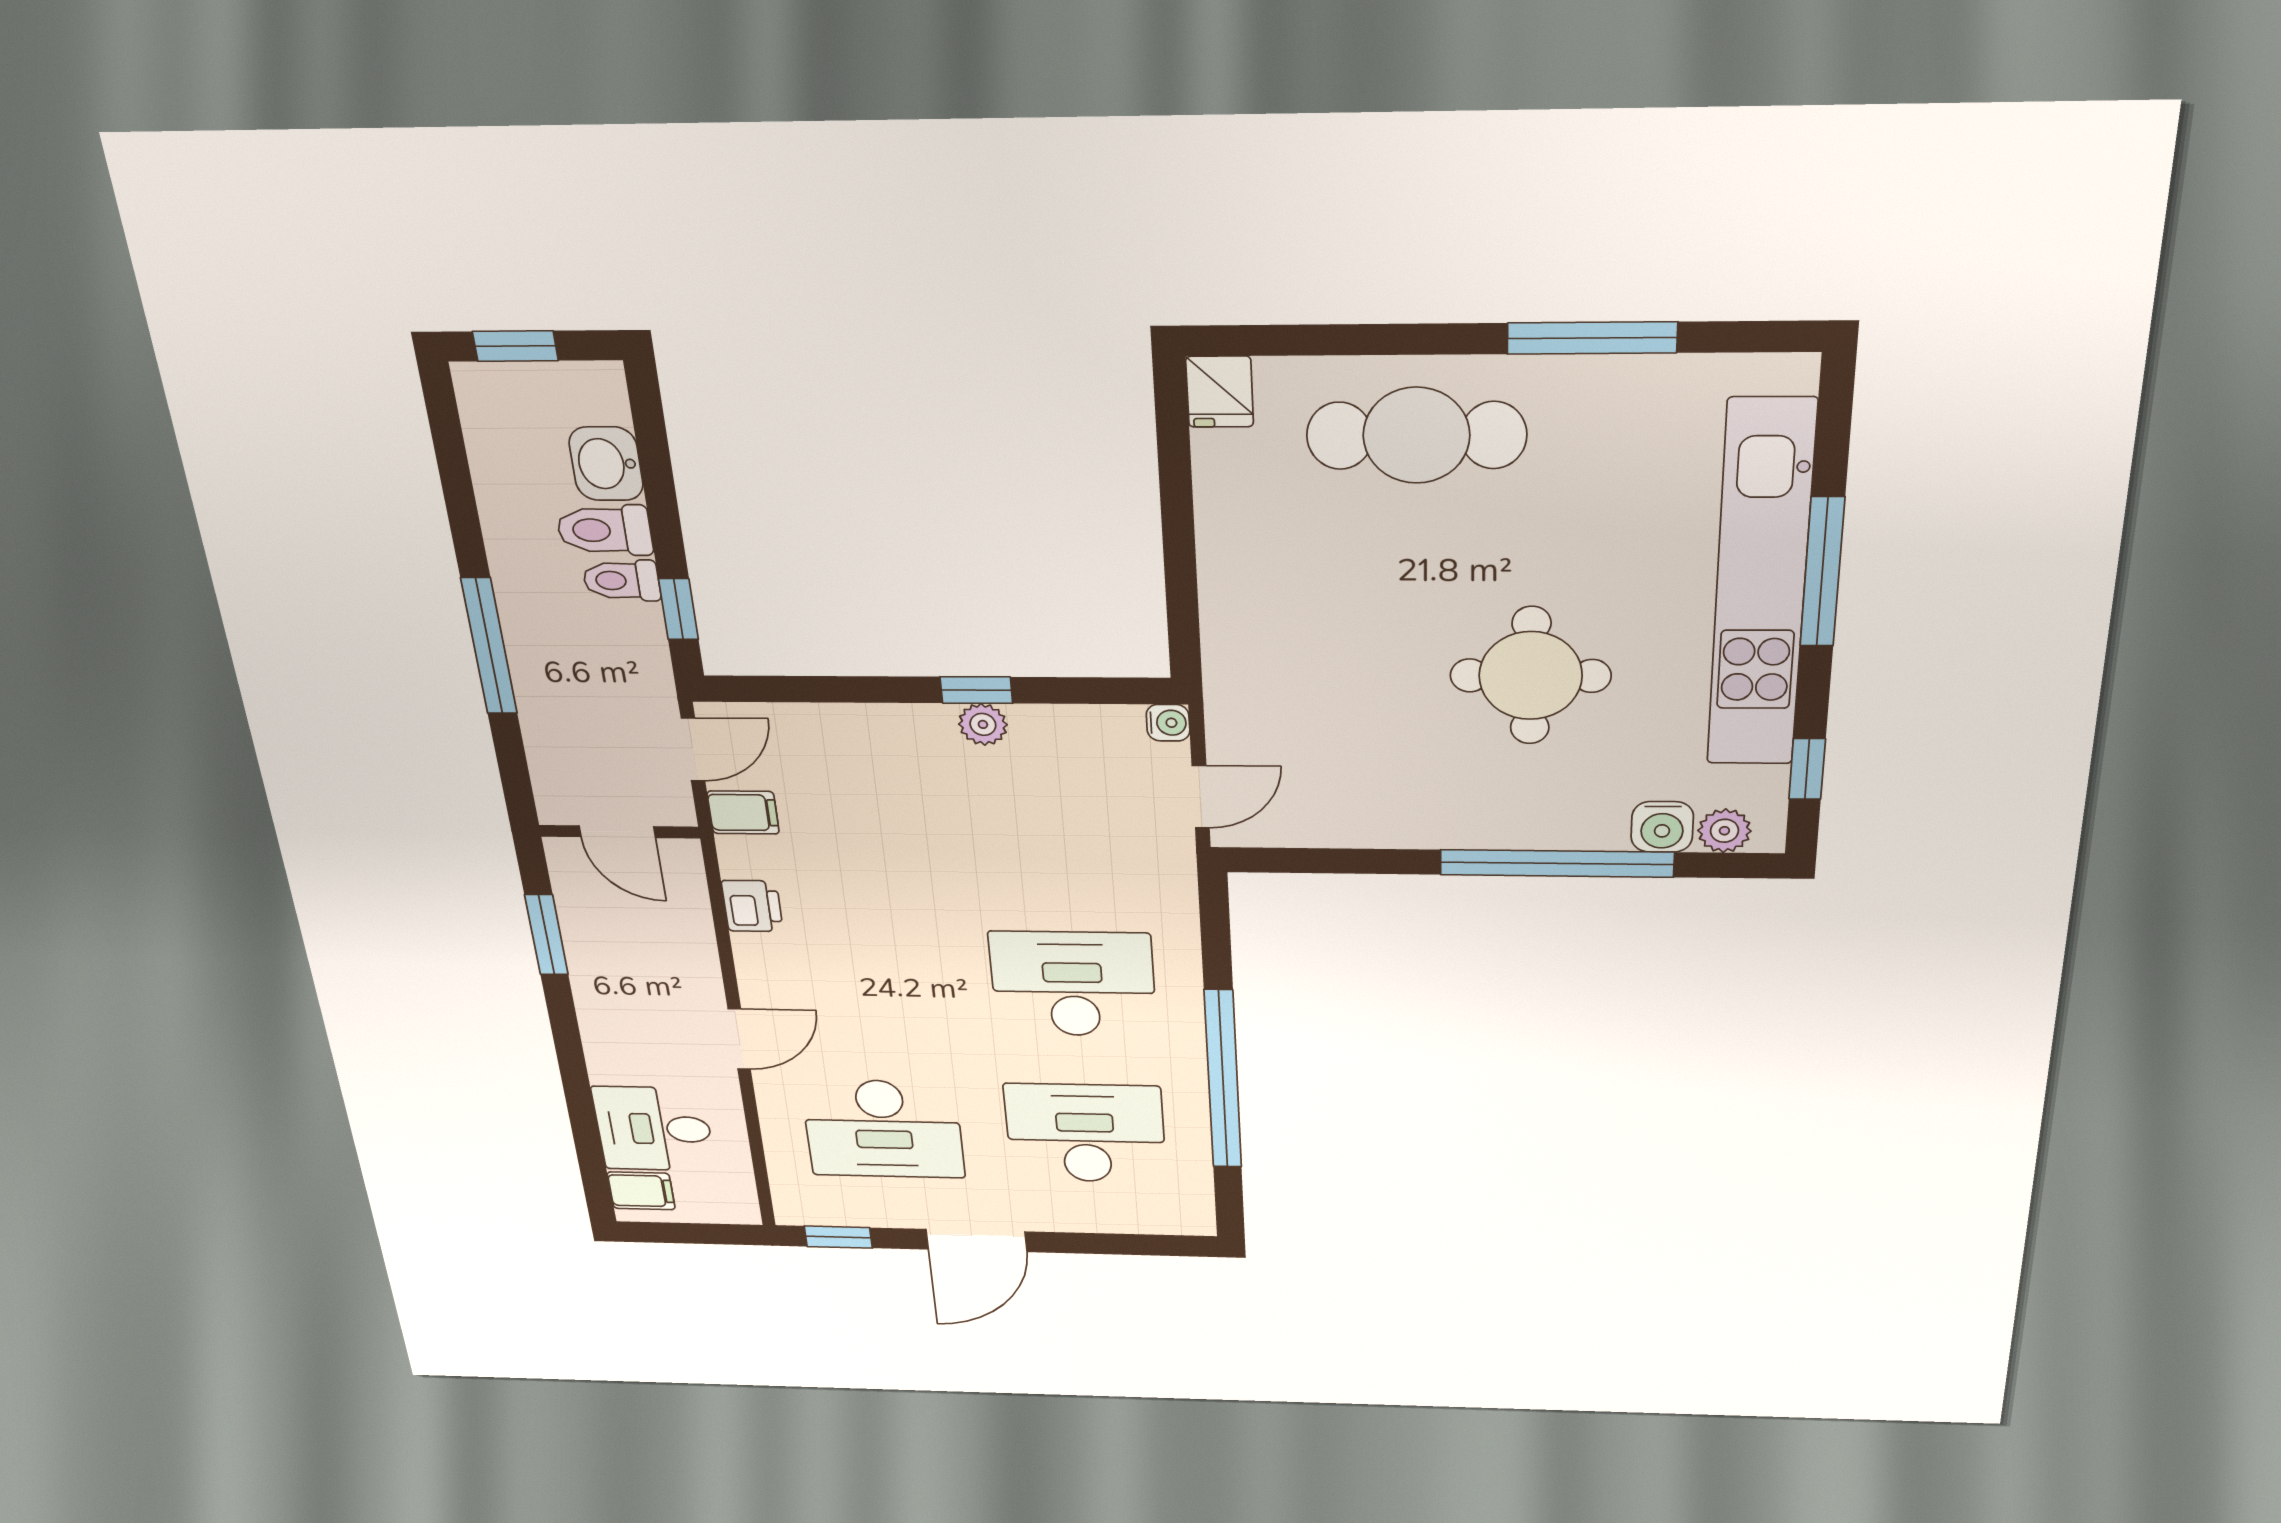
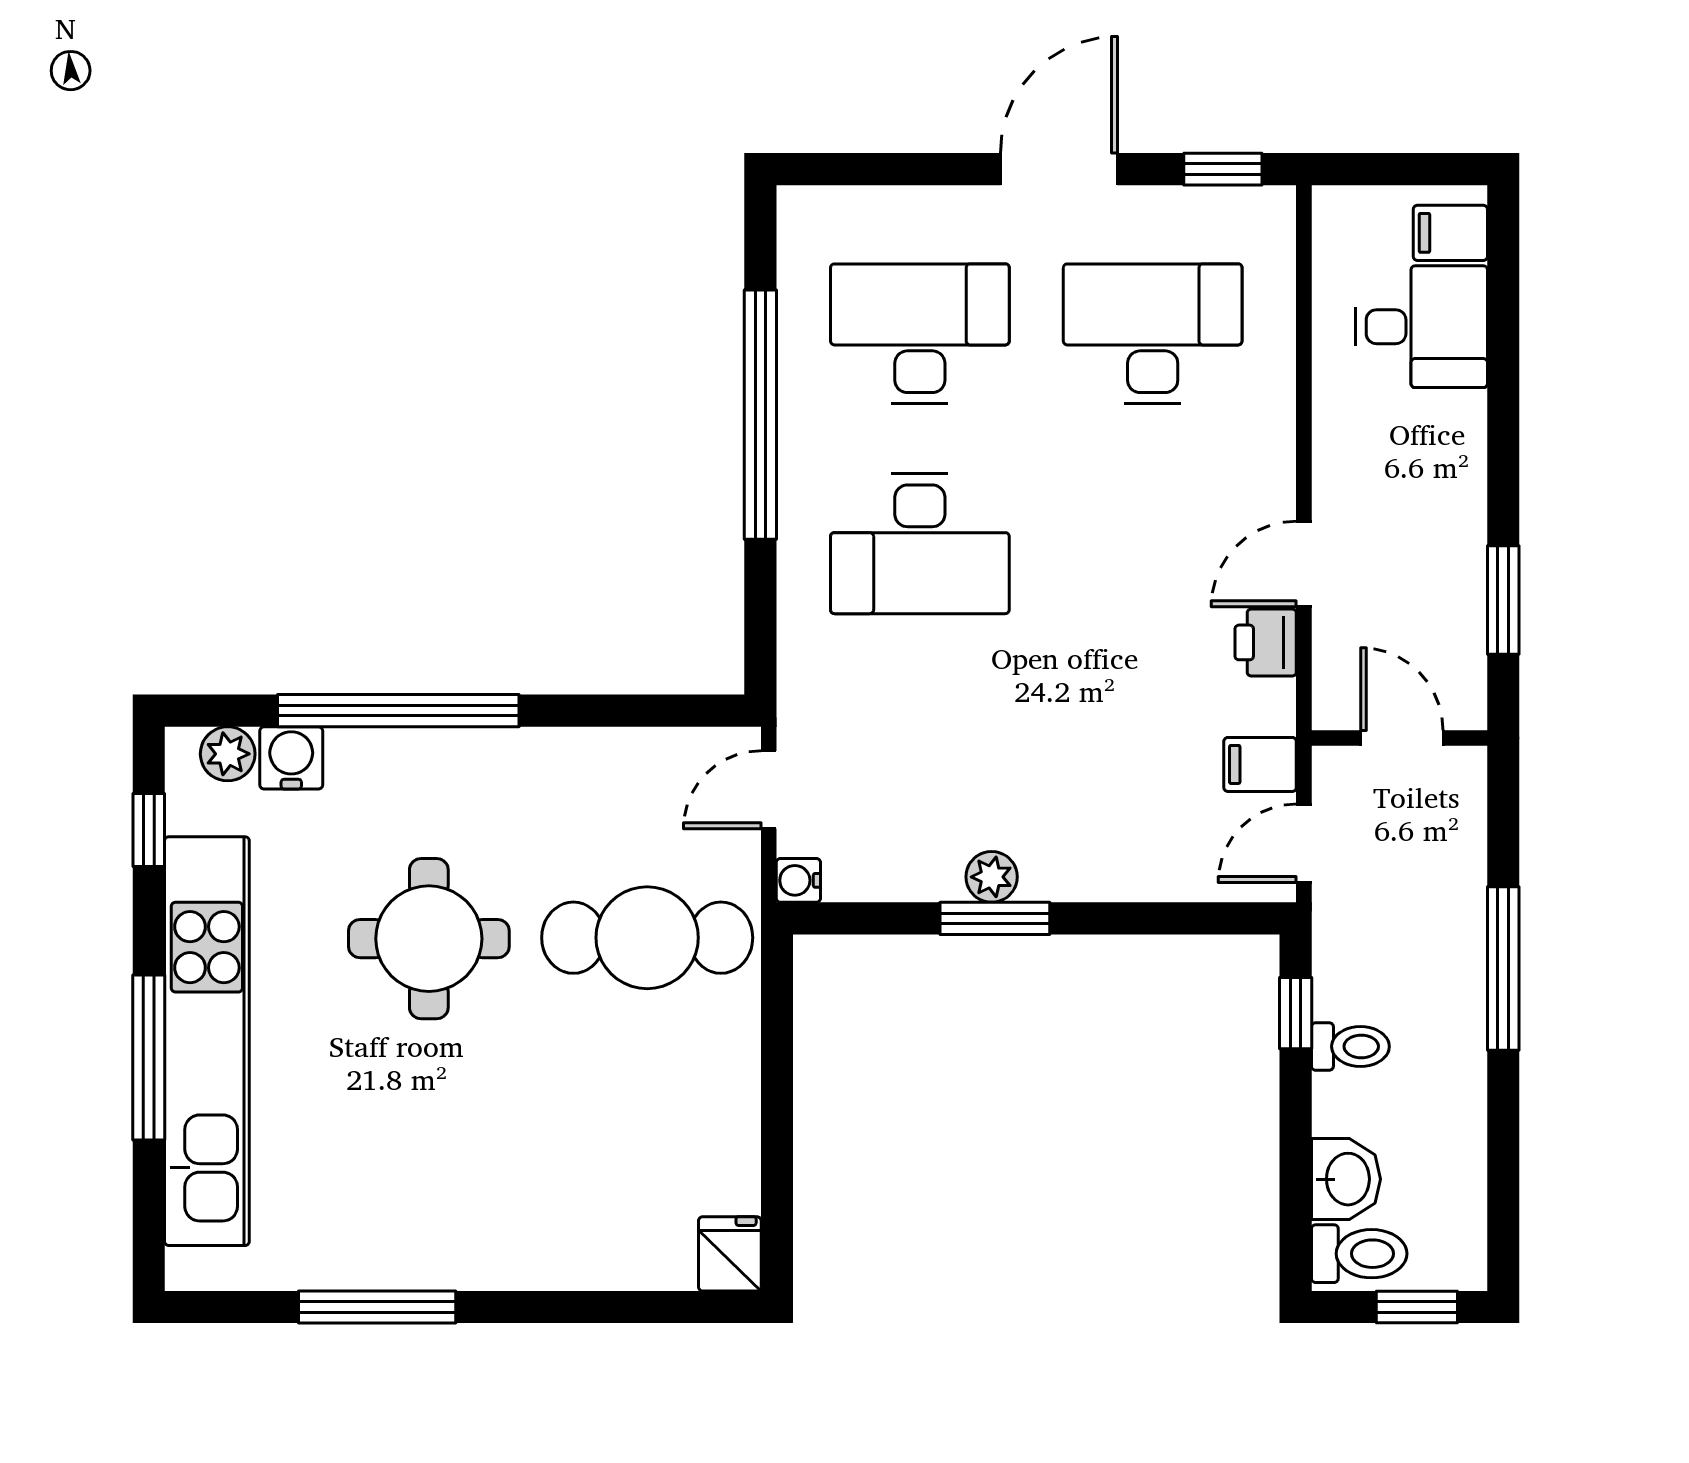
cafe table: (1416, 435) -> (647, 938), moved
toilet: (604, 530) -> (1359, 1254), moved
window: (976, 690) -> (995, 918), width x1.50
door: (739, 1039) -> (1304, 564), moved
desk: (1085, 1133) -> (920, 334), turned 180

